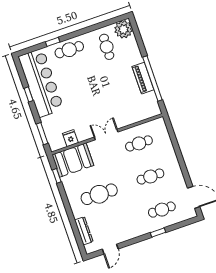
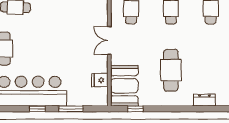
window: (42, 134) -> (71, 109), moved
dresser: (84, 231) -> (204, 100), width x0.70

